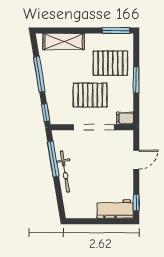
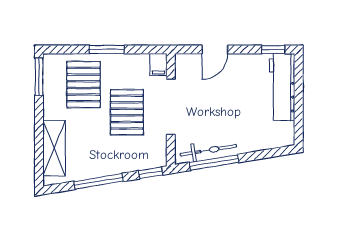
door: (136, 160) -> (215, 49), swing flipped
bicycle: (65, 172) -> (208, 150), moved
workbench: (115, 209) -> (282, 87), width x1.38

